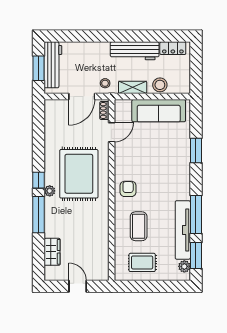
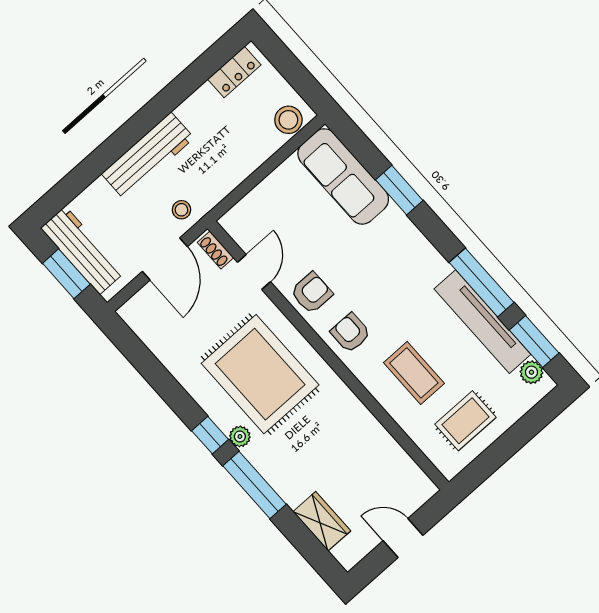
workbench: (135, 51) -> (148, 156), moved
stool: (160, 85) -> (288, 120), moved
shelving: (133, 87) -> (226, 180), removed
sofa: (159, 111) -> (343, 176), moved, turned 90
armchair: (127, 160) -> (312, 293), added

